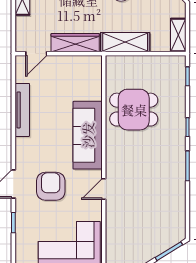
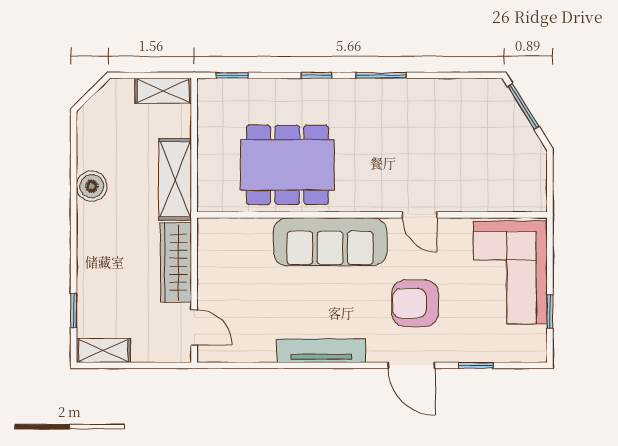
tv unit: (22, 110) -> (321, 351), moved
dining table: (134, 110) -> (287, 165), width x1.38

